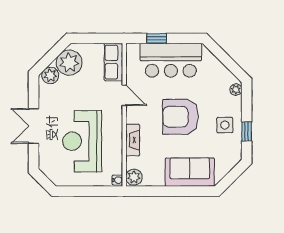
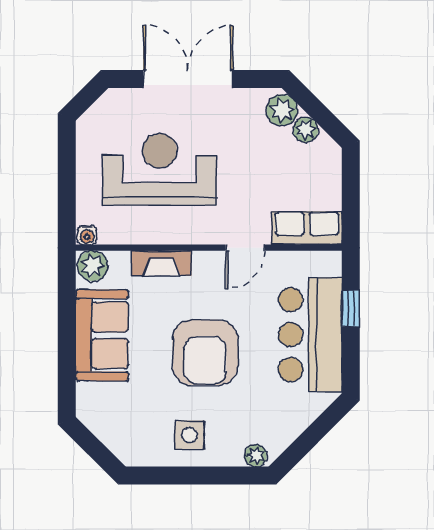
plant: (69, 63) -> (306, 130), width x0.53, depth x0.53
armchair: (180, 117) -> (205, 352), turned 180
double door: (34, 126) -> (188, 79), width x1.37
window: (247, 131) -> (178, 475), removed
sofa: (190, 172) -> (102, 335), moved

